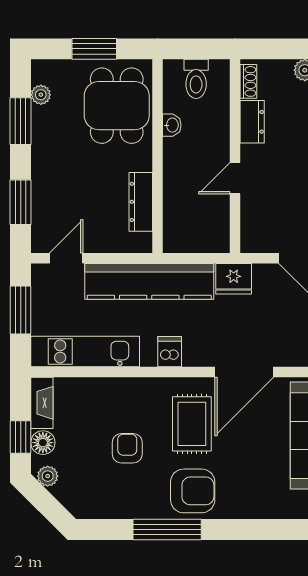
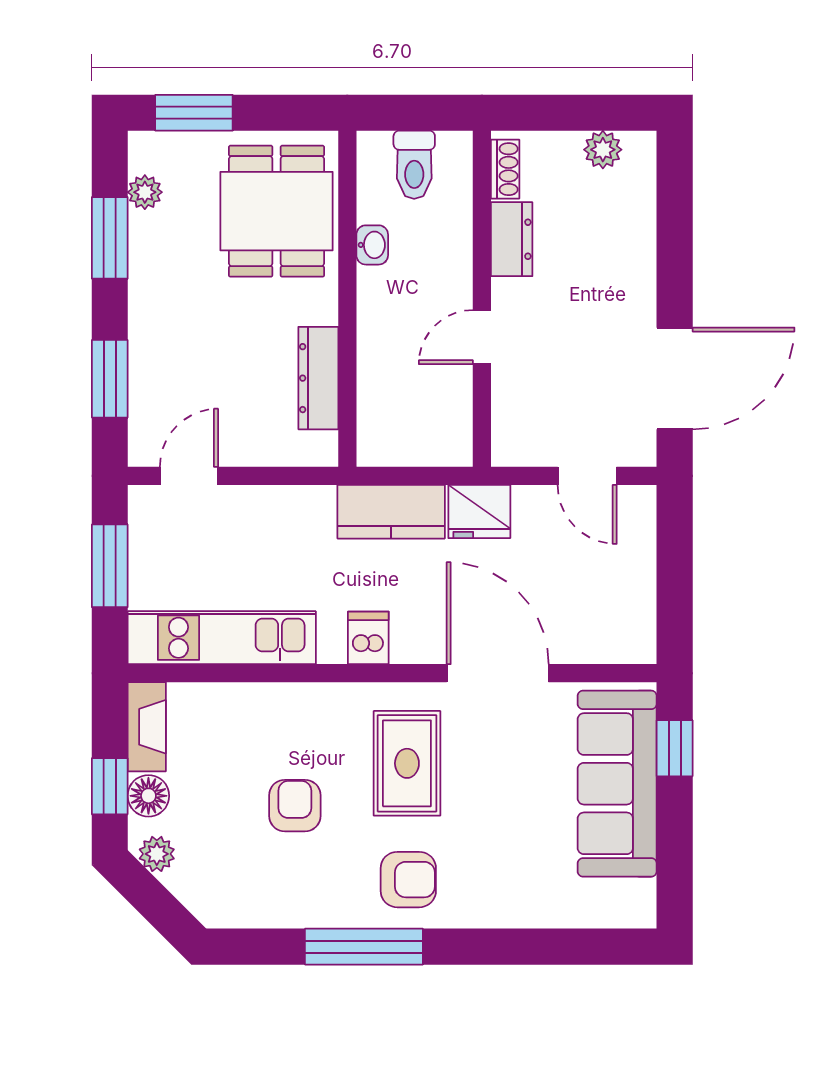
window: (94, 49) -> (194, 113), moved
kitchen counter: (149, 281) -> (391, 512), width x0.48, depth x0.86
door: (244, 372) -> (498, 673), swing flipped
armchair: (193, 491) -> (408, 880), width x0.72, depth x0.72

